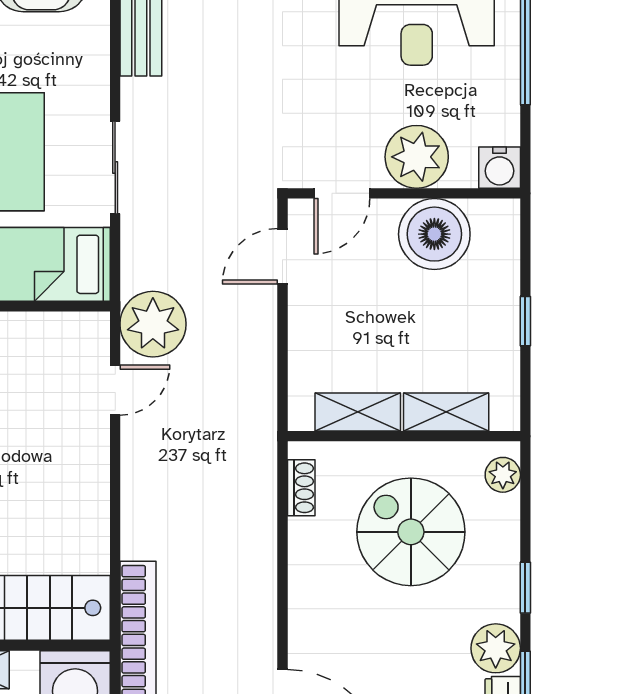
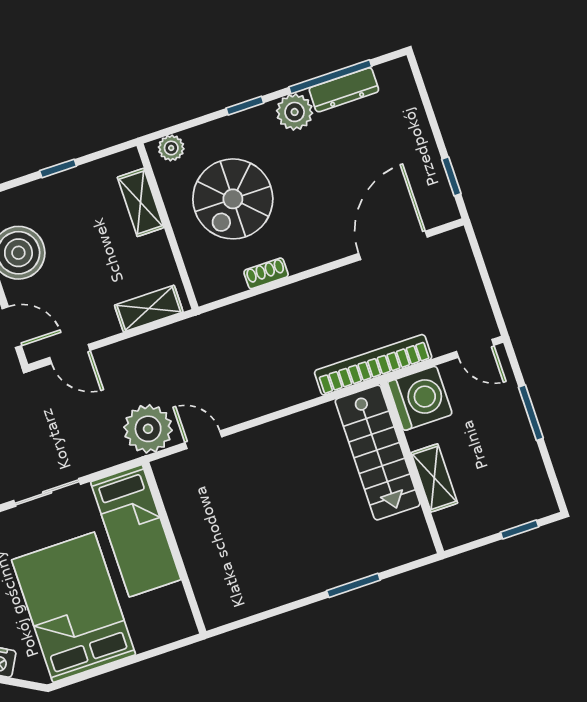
shelving: (358, 412) -> (149, 309), moved, turned 90
shoe rack: (301, 488) -> (266, 273), moved

